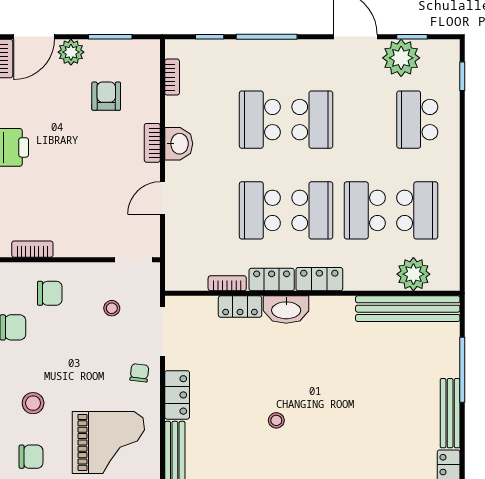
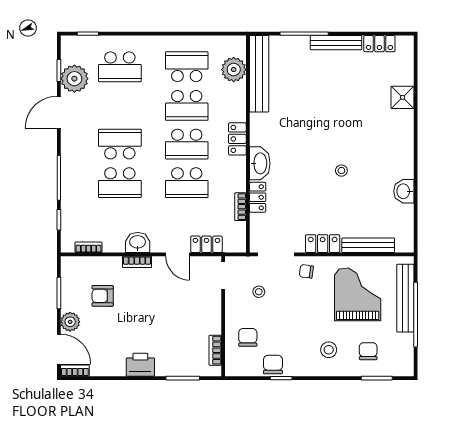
school desk: (312, 210) -> (187, 144), turned 180
locker: (272, 280) -> (206, 244), moved, turned 90

